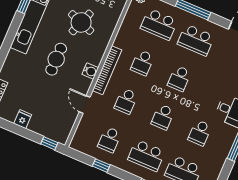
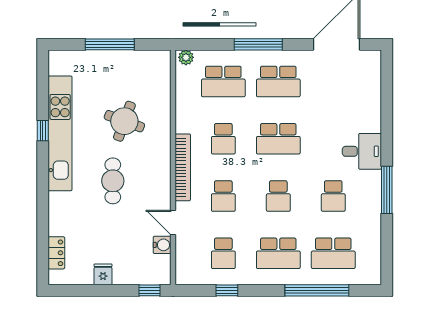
water cooler: (90, 71) -> (162, 245), moved
school desk: (179, 79) -> (278, 139), width x1.85

